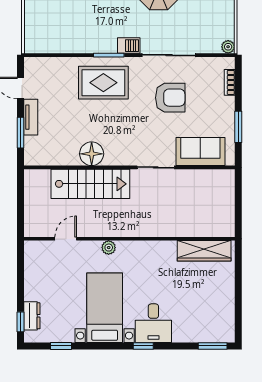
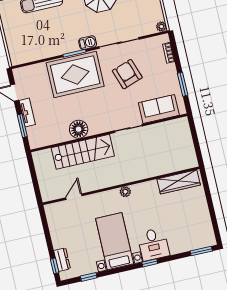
rug: (103, 83) -> (75, 75), width x1.37, depth x1.44
armchair: (170, 98) -> (127, 74), turned -109
plant: (109, 248) -> (125, 192), moved

